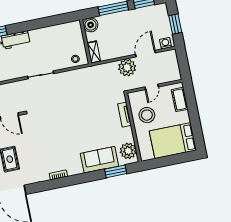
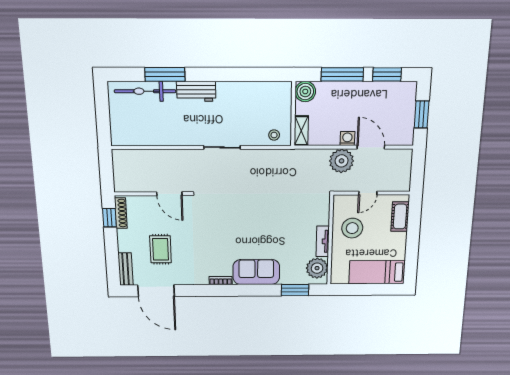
washing machine: (166, 43) -> (347, 138), moved
door: (145, 54) -> (371, 147), hinge flipped
tv unit: (125, 115) -> (323, 241), moved
bed: (173, 141) -> (377, 272), width x0.67
sofa: (99, 160) -> (256, 272), moved

